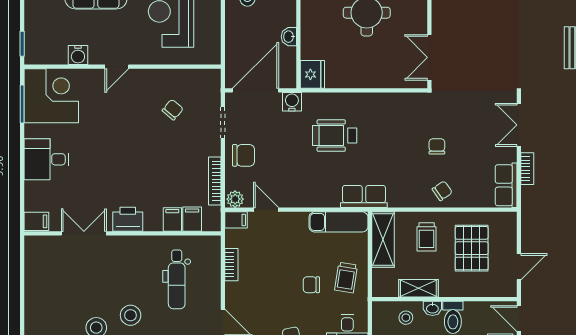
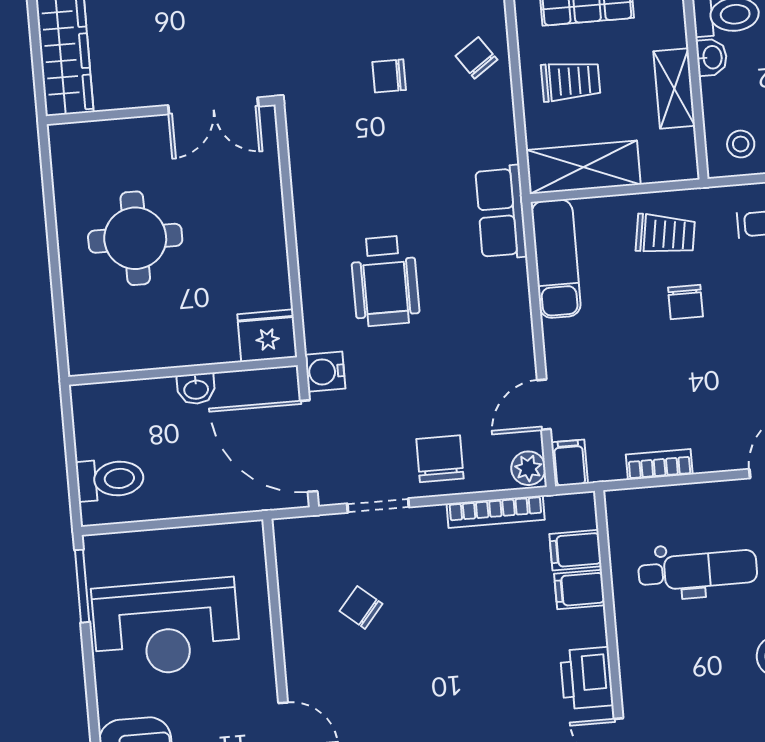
stool: (406, 318) -> (741, 144), moved

